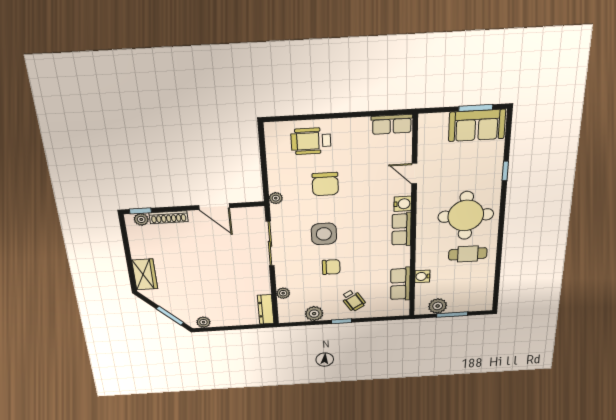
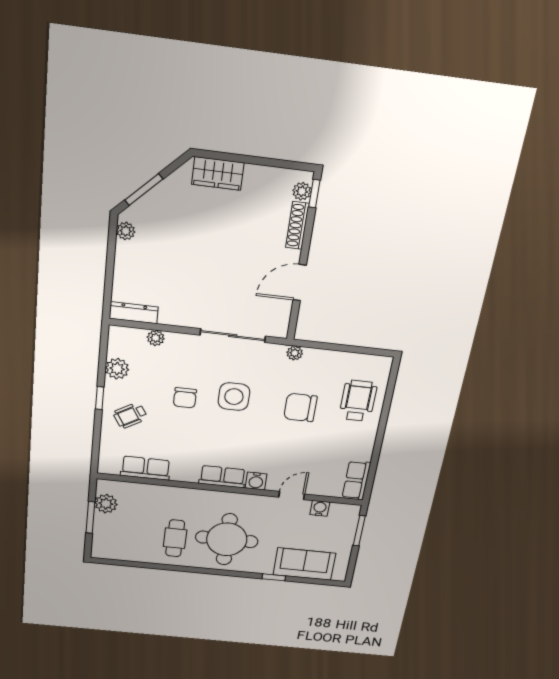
window: (476, 108) -> (359, 531), moved
sofa: (477, 125) -> (304, 564), moved, turned 90
water cooler: (422, 276) -> (320, 508), moved

